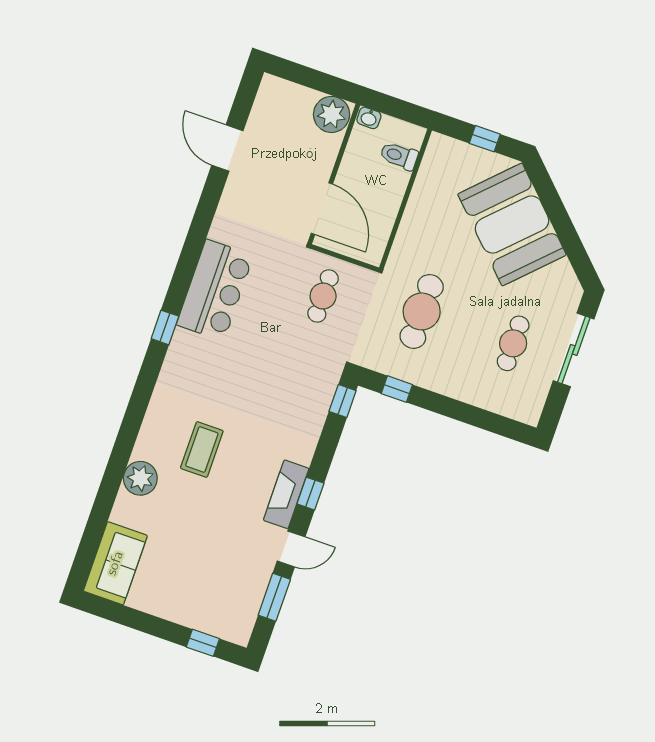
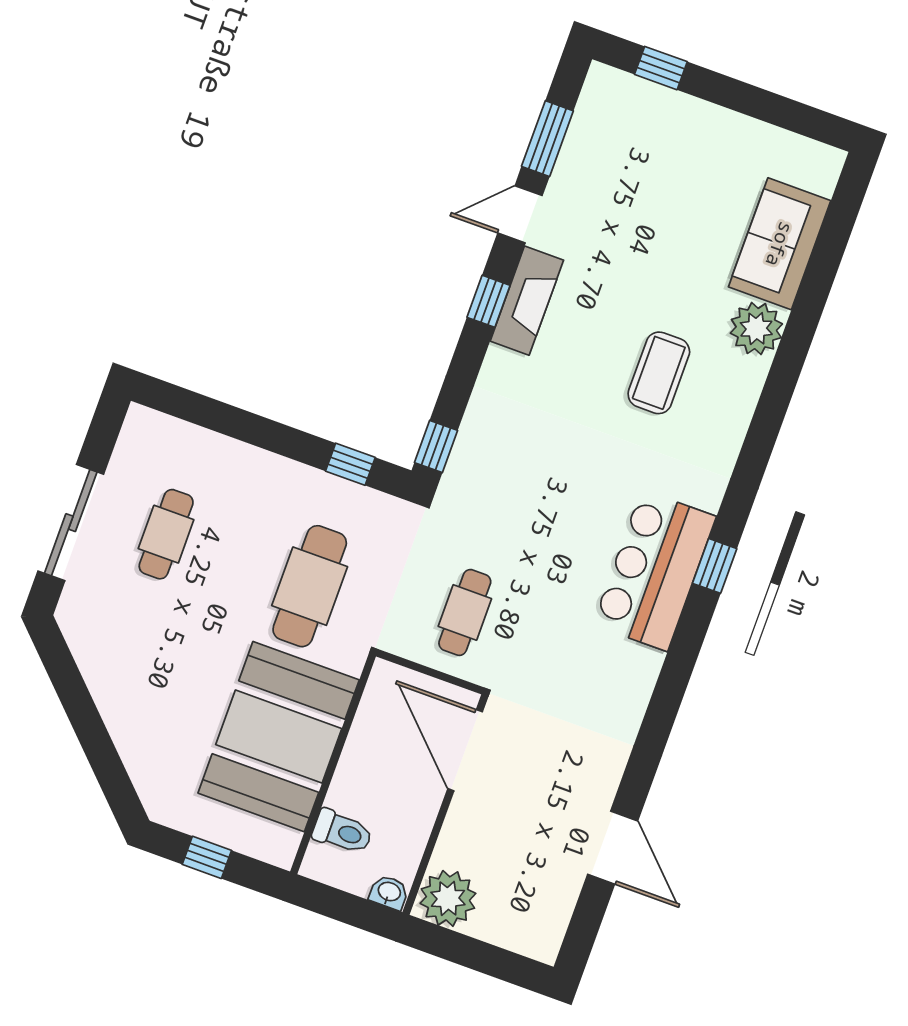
booth: (512, 225) -> (279, 737), moved, turned 45
bar counter: (215, 290) -> (654, 571), moved
sofa: (115, 563) -> (780, 244), moved

